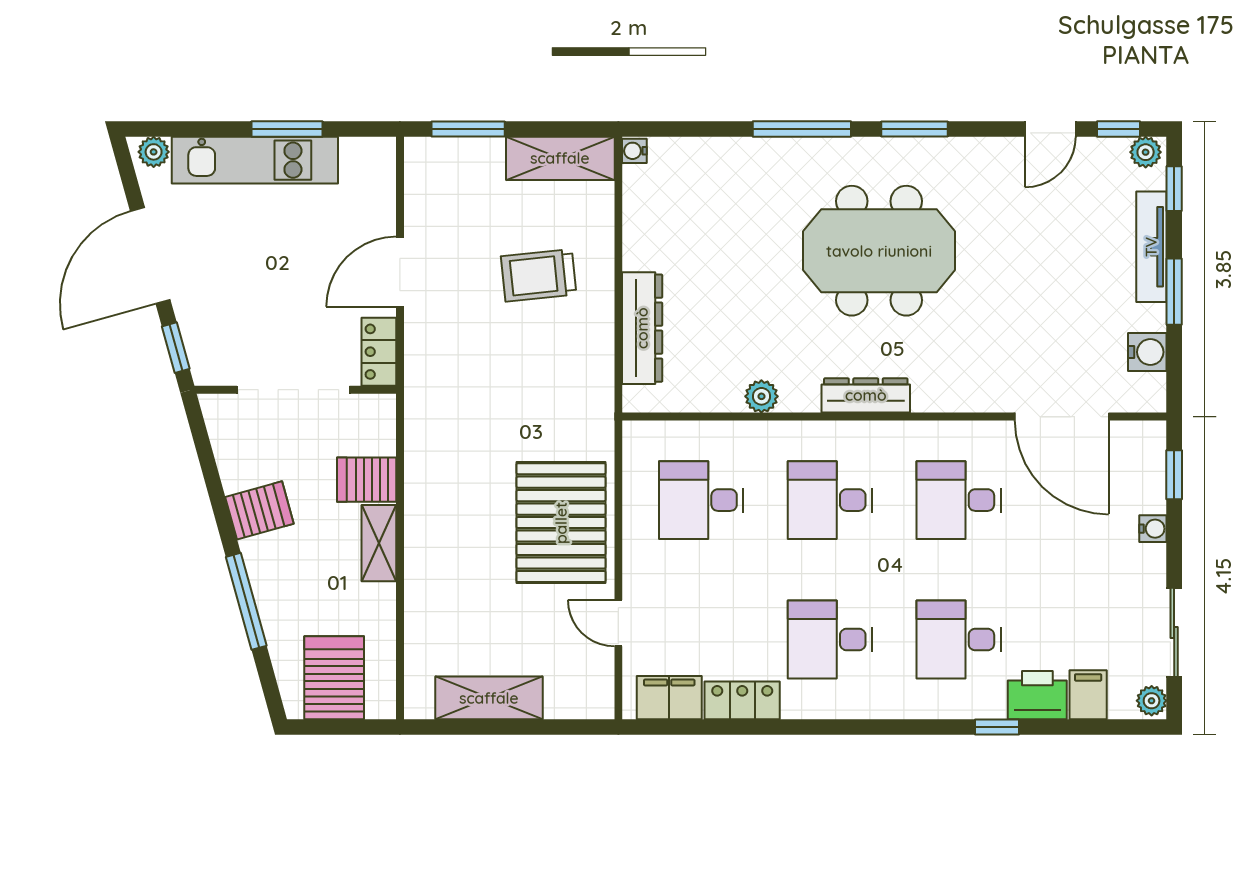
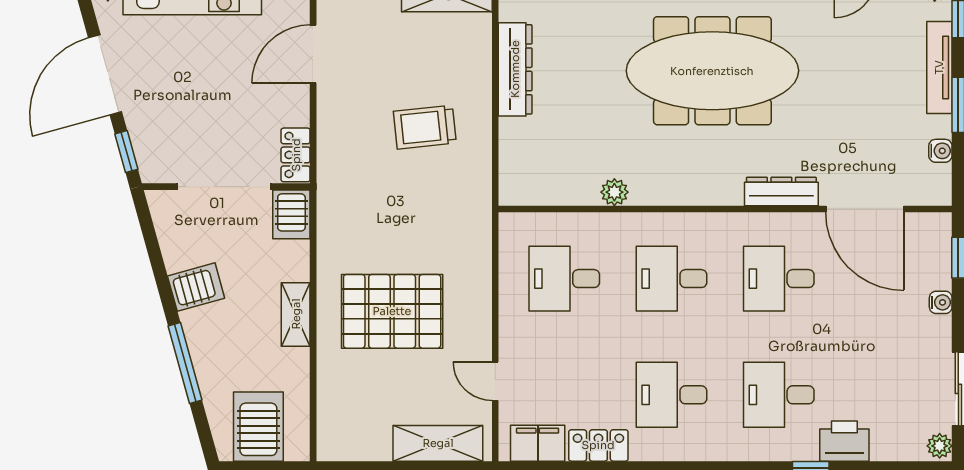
meeting table: (879, 251) -> (712, 71), width x1.36
door: (400, 272) -> (313, 54), moved
trolley: (539, 275) -> (425, 127), moved
dresser: (642, 328) -> (515, 69), moved
water cooler: (1147, 352) -> (940, 151), width x0.72, depth x0.72
dresser: (866, 395) -> (781, 191), moved
server rack: (367, 480) -> (291, 214), moved, turned -90
pallet: (561, 523) -> (392, 311), moved, turned 90
filing cabinet: (1088, 695) -> (887, 441), removed
shelving: (489, 698) -> (438, 443), moved

